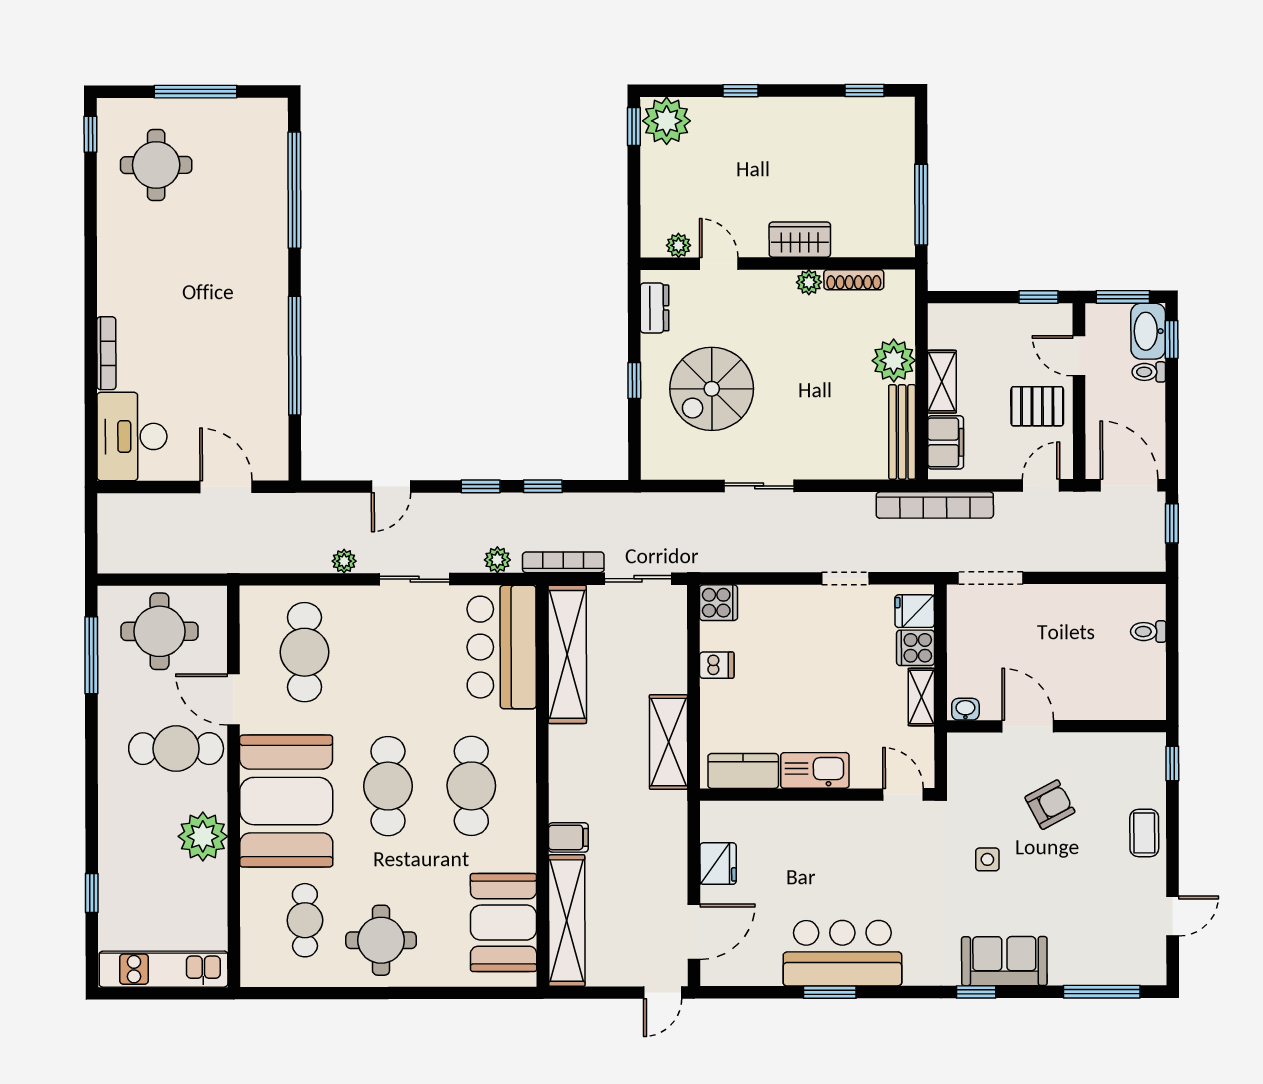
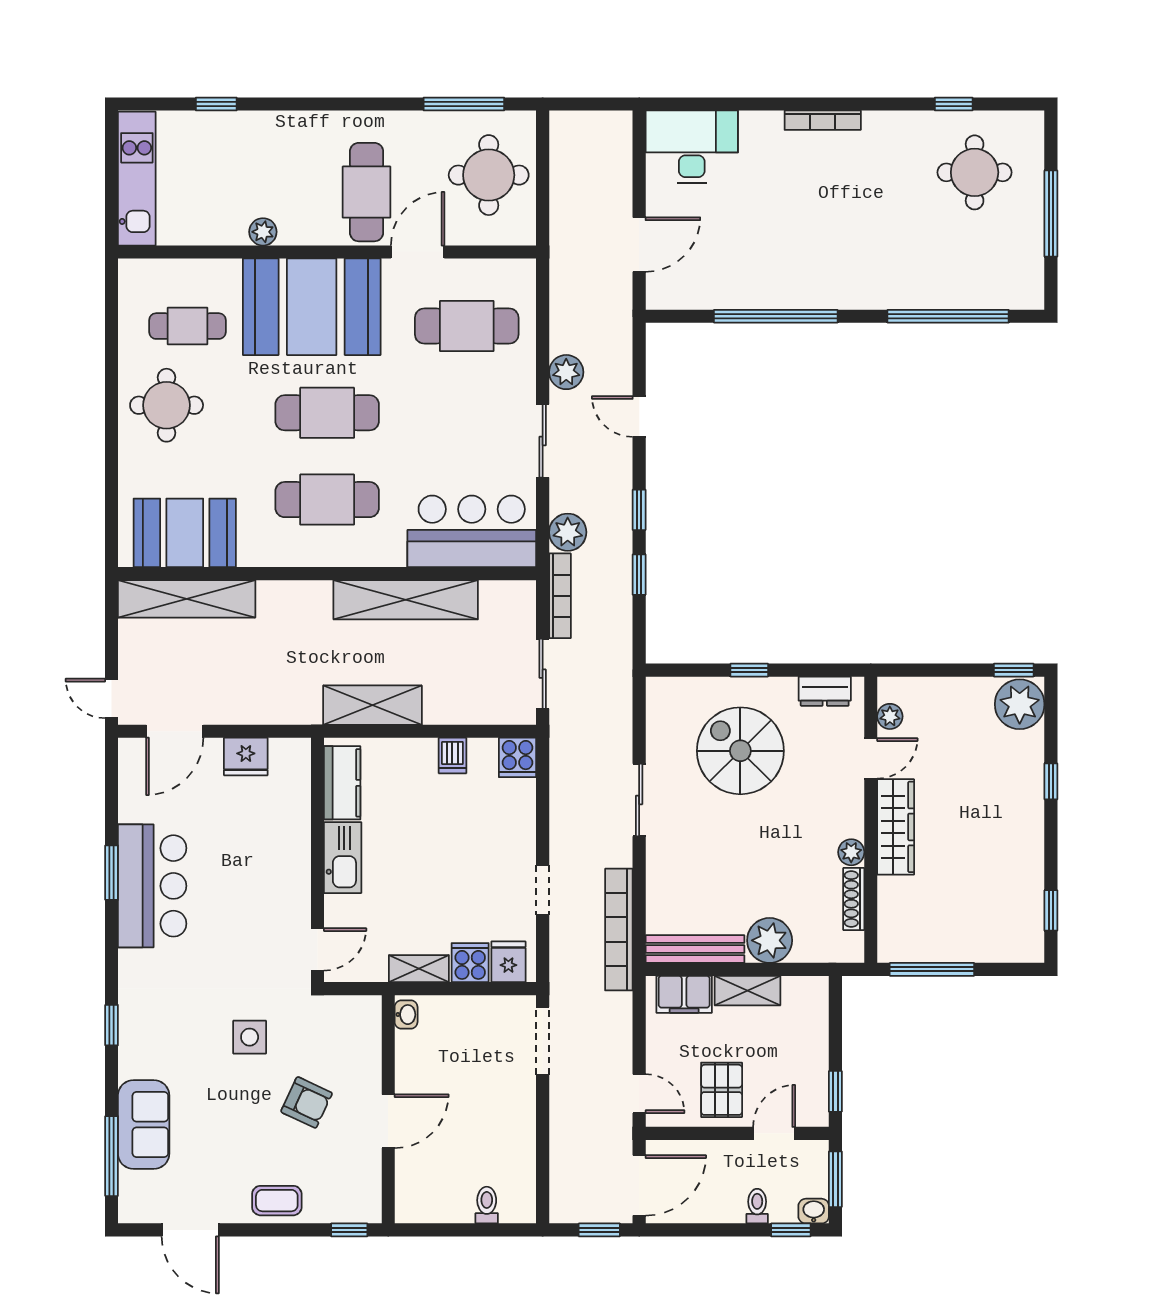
window: (90, 134) -> (954, 104), moved
wardrobe: (800, 240) -> (896, 827), width x1.50
washbasin: (1148, 331) -> (814, 1211), width x0.52, depth x0.69
bookcase: (106, 353) -> (823, 120), moved
bookcase: (935, 505) -> (619, 930), moved
plant: (497, 560) -> (568, 532), width x1.38, depth x1.38
plant: (344, 561) -> (566, 372), width x1.38, depth x1.38
shelving: (567, 654) -> (406, 600), moved
door: (1028, 726) -> (388, 1121), moved
armchair: (1050, 805) -> (307, 1102), turned -37
plant: (203, 836) -> (263, 232), width x0.53, depth x0.53
filing cabinet: (568, 837) -> (273, 601), removed
side table: (987, 859) -> (250, 1037), width x1.37, depth x1.37
door: (1173, 916) -> (190, 1230), width x1.38
door: (694, 932) -> (175, 731), hinge flipped
sofa: (1004, 961) -> (144, 1125), moved

